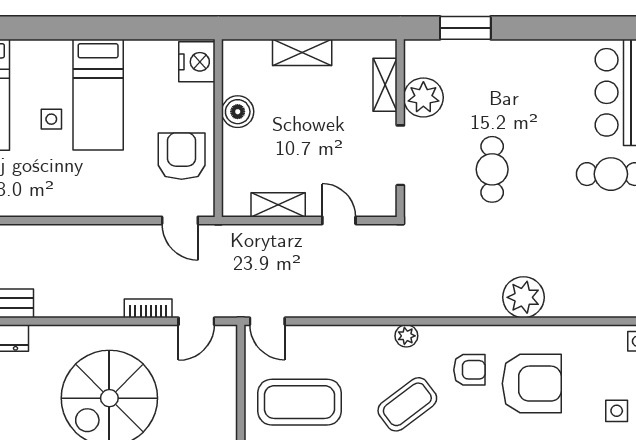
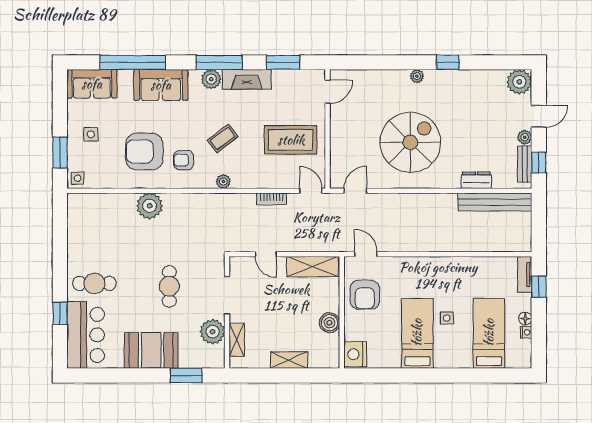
booth: (521, 68) -> (151, 350), added
shelving: (278, 205) -> (313, 267), width x1.50, depth x1.33
bookcase: (148, 308) -> (272, 199), moved
coffee table: (407, 404) -> (223, 138), width x0.73, depth x0.77

